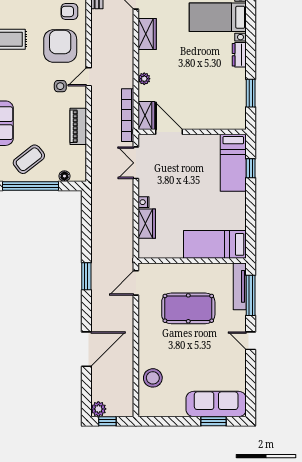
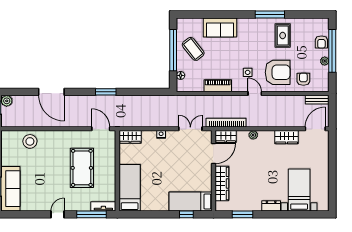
wardrobe: (209, 121) -> (222, 183), added
wardrobe: (147, 224) -> (130, 137), moved
tv unit: (240, 286) -> (103, 206), width x0.71

